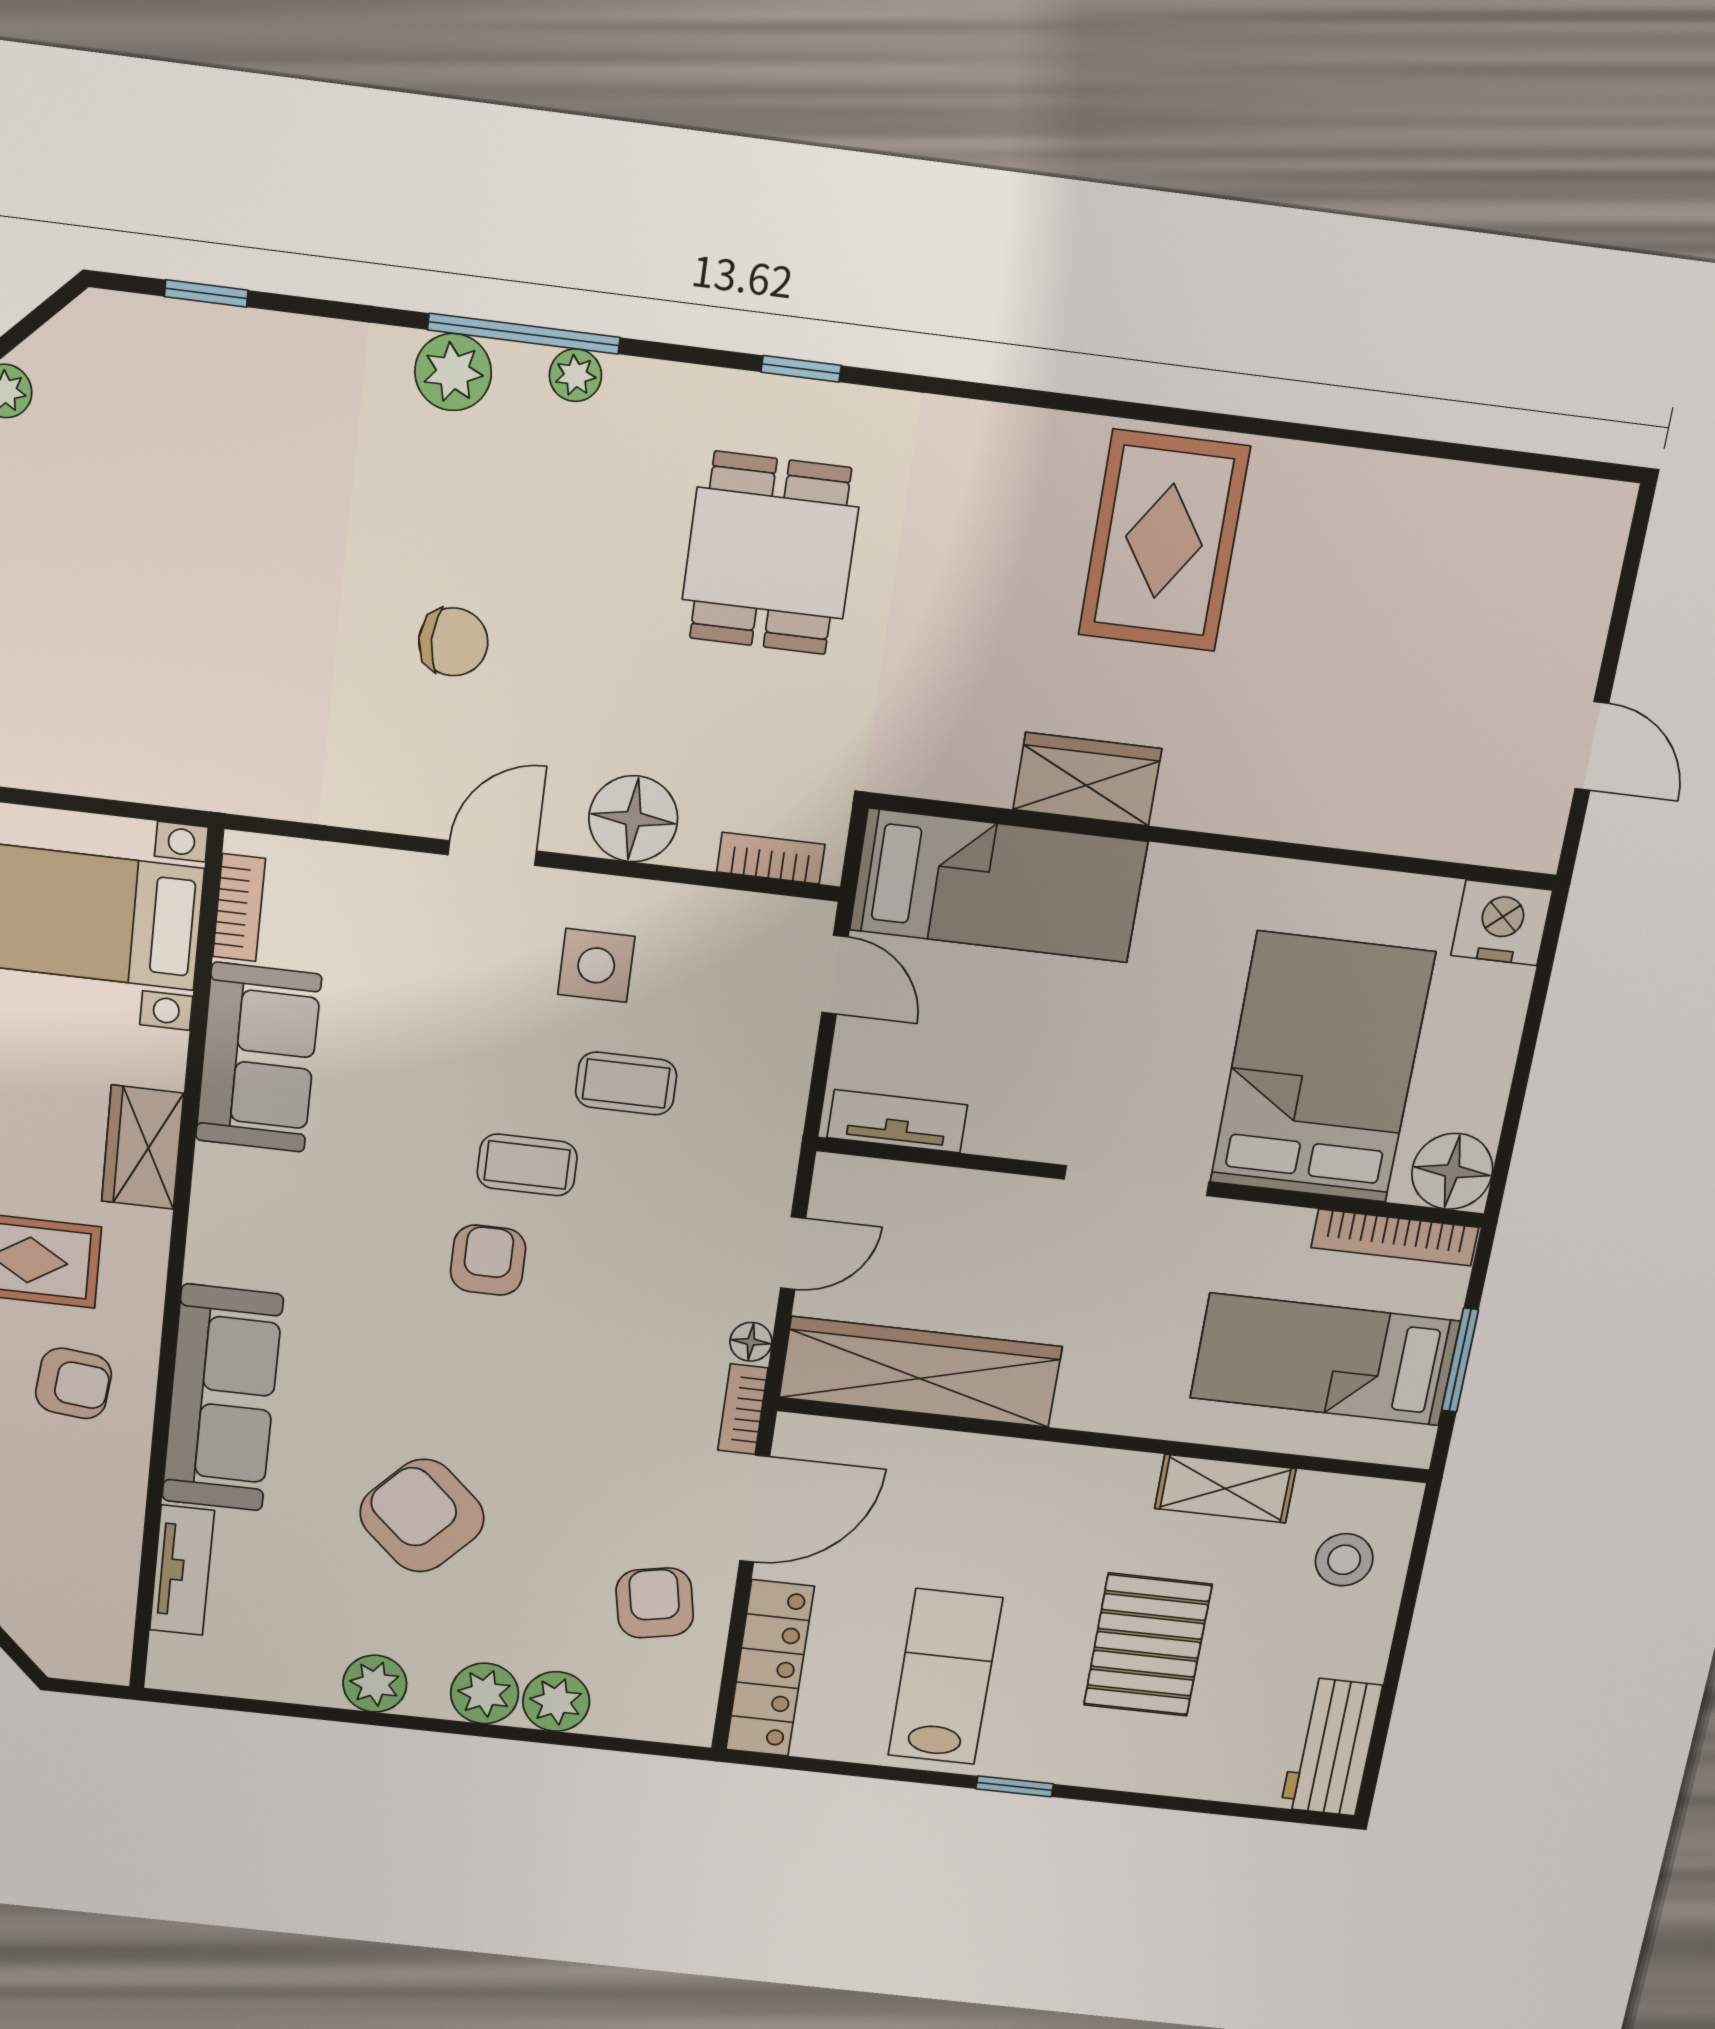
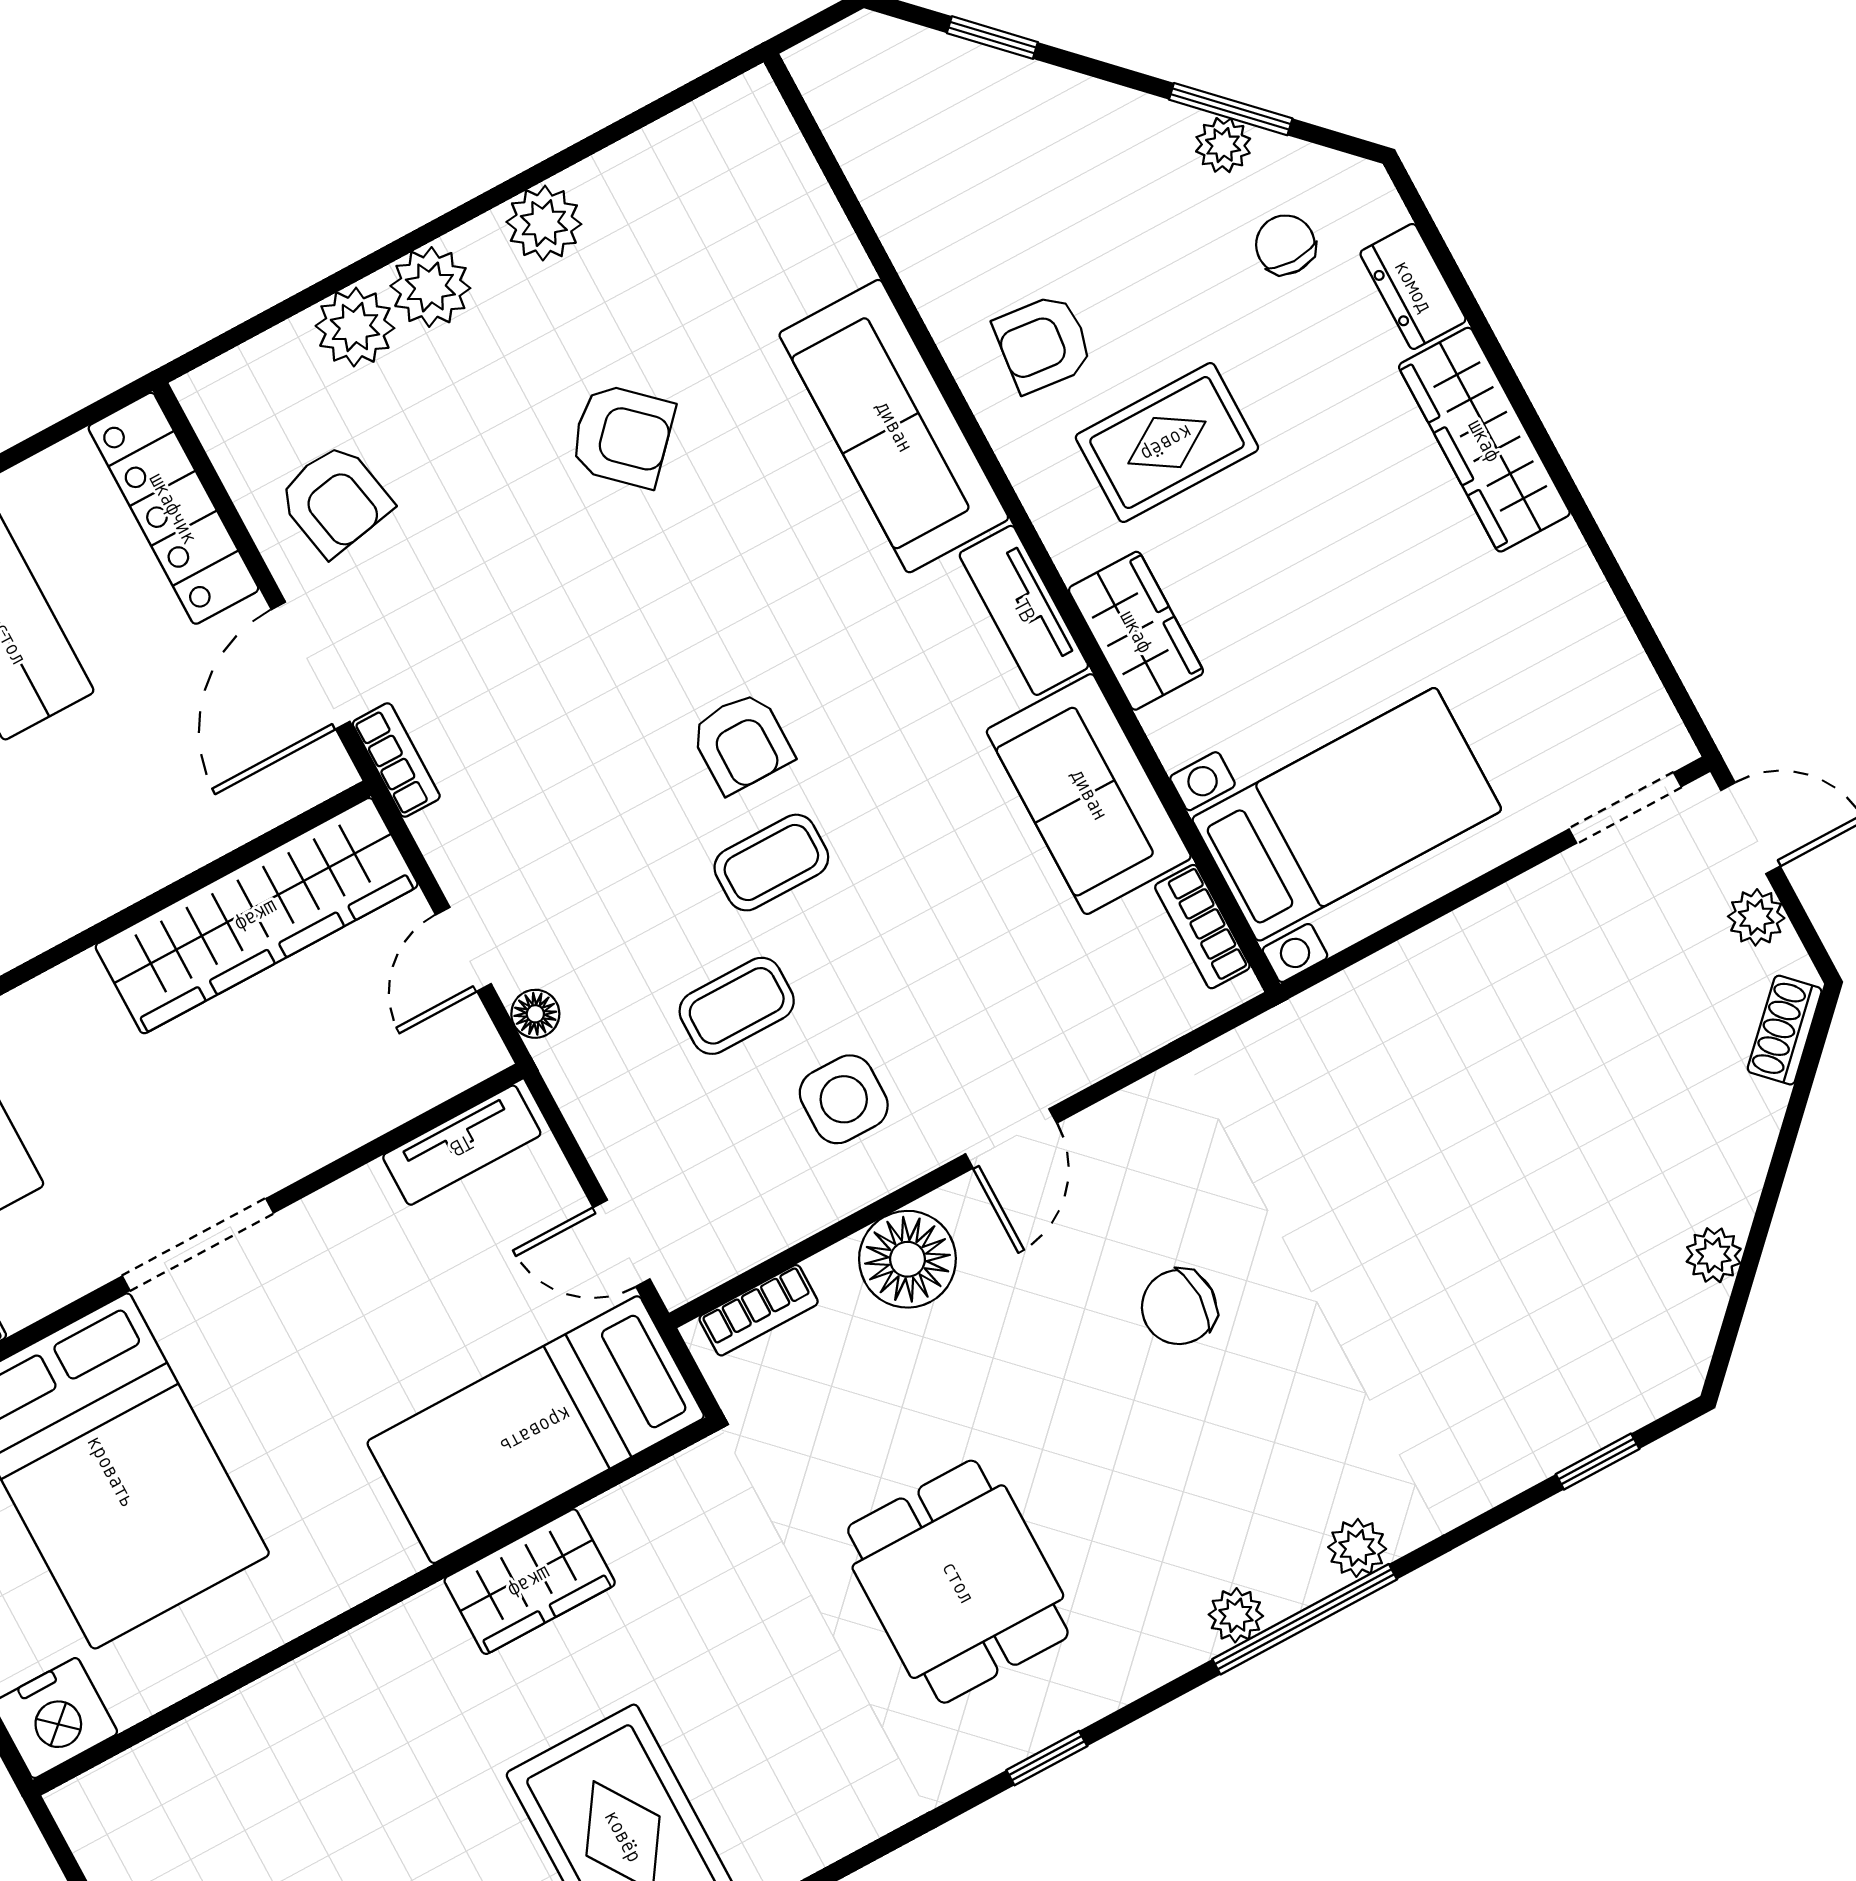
plant: (453, 372) -> (1357, 1548), width x0.73, depth x0.73
floor lamp: (751, 1342) -> (535, 1014), moved
armchair: (422, 1516) -> (622, 436), width x0.72, depth x0.72
tv unit: (182, 1570) -> (1024, 610), moved

